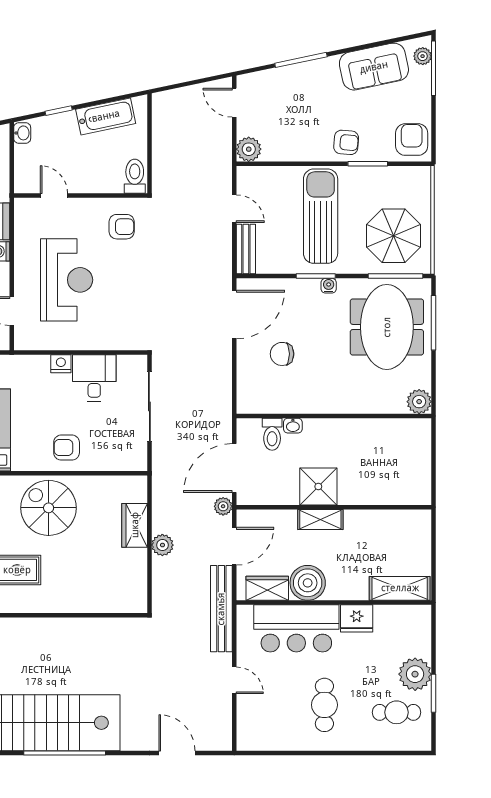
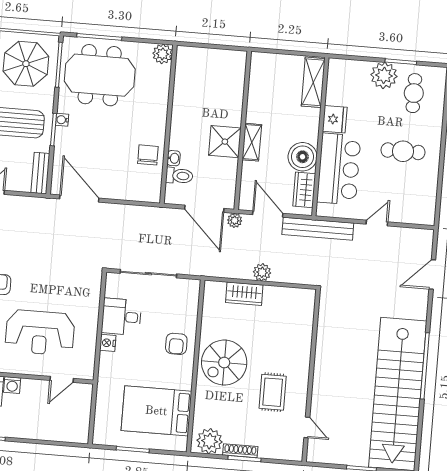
bench: (246, 249) -> (40, 173), moved, turned 90
reception desk: (67, 280) -> (40, 333), turned 180
chair: (282, 354) -> (148, 155), moved, turned 180

